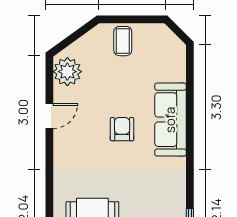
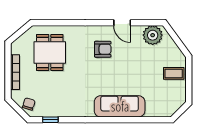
armchair: (122, 129) -> (103, 49), moved

